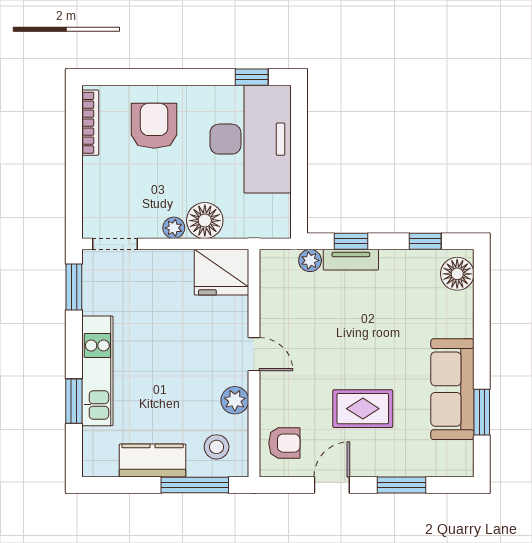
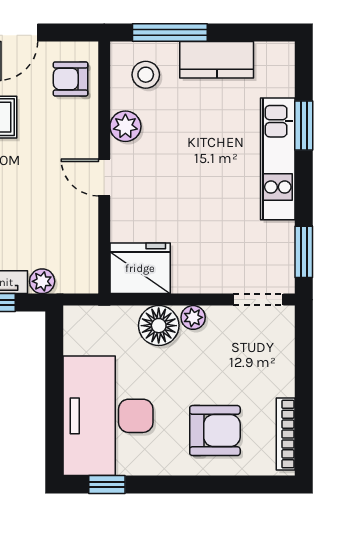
armchair: (154, 126) -> (215, 431), turned -90

